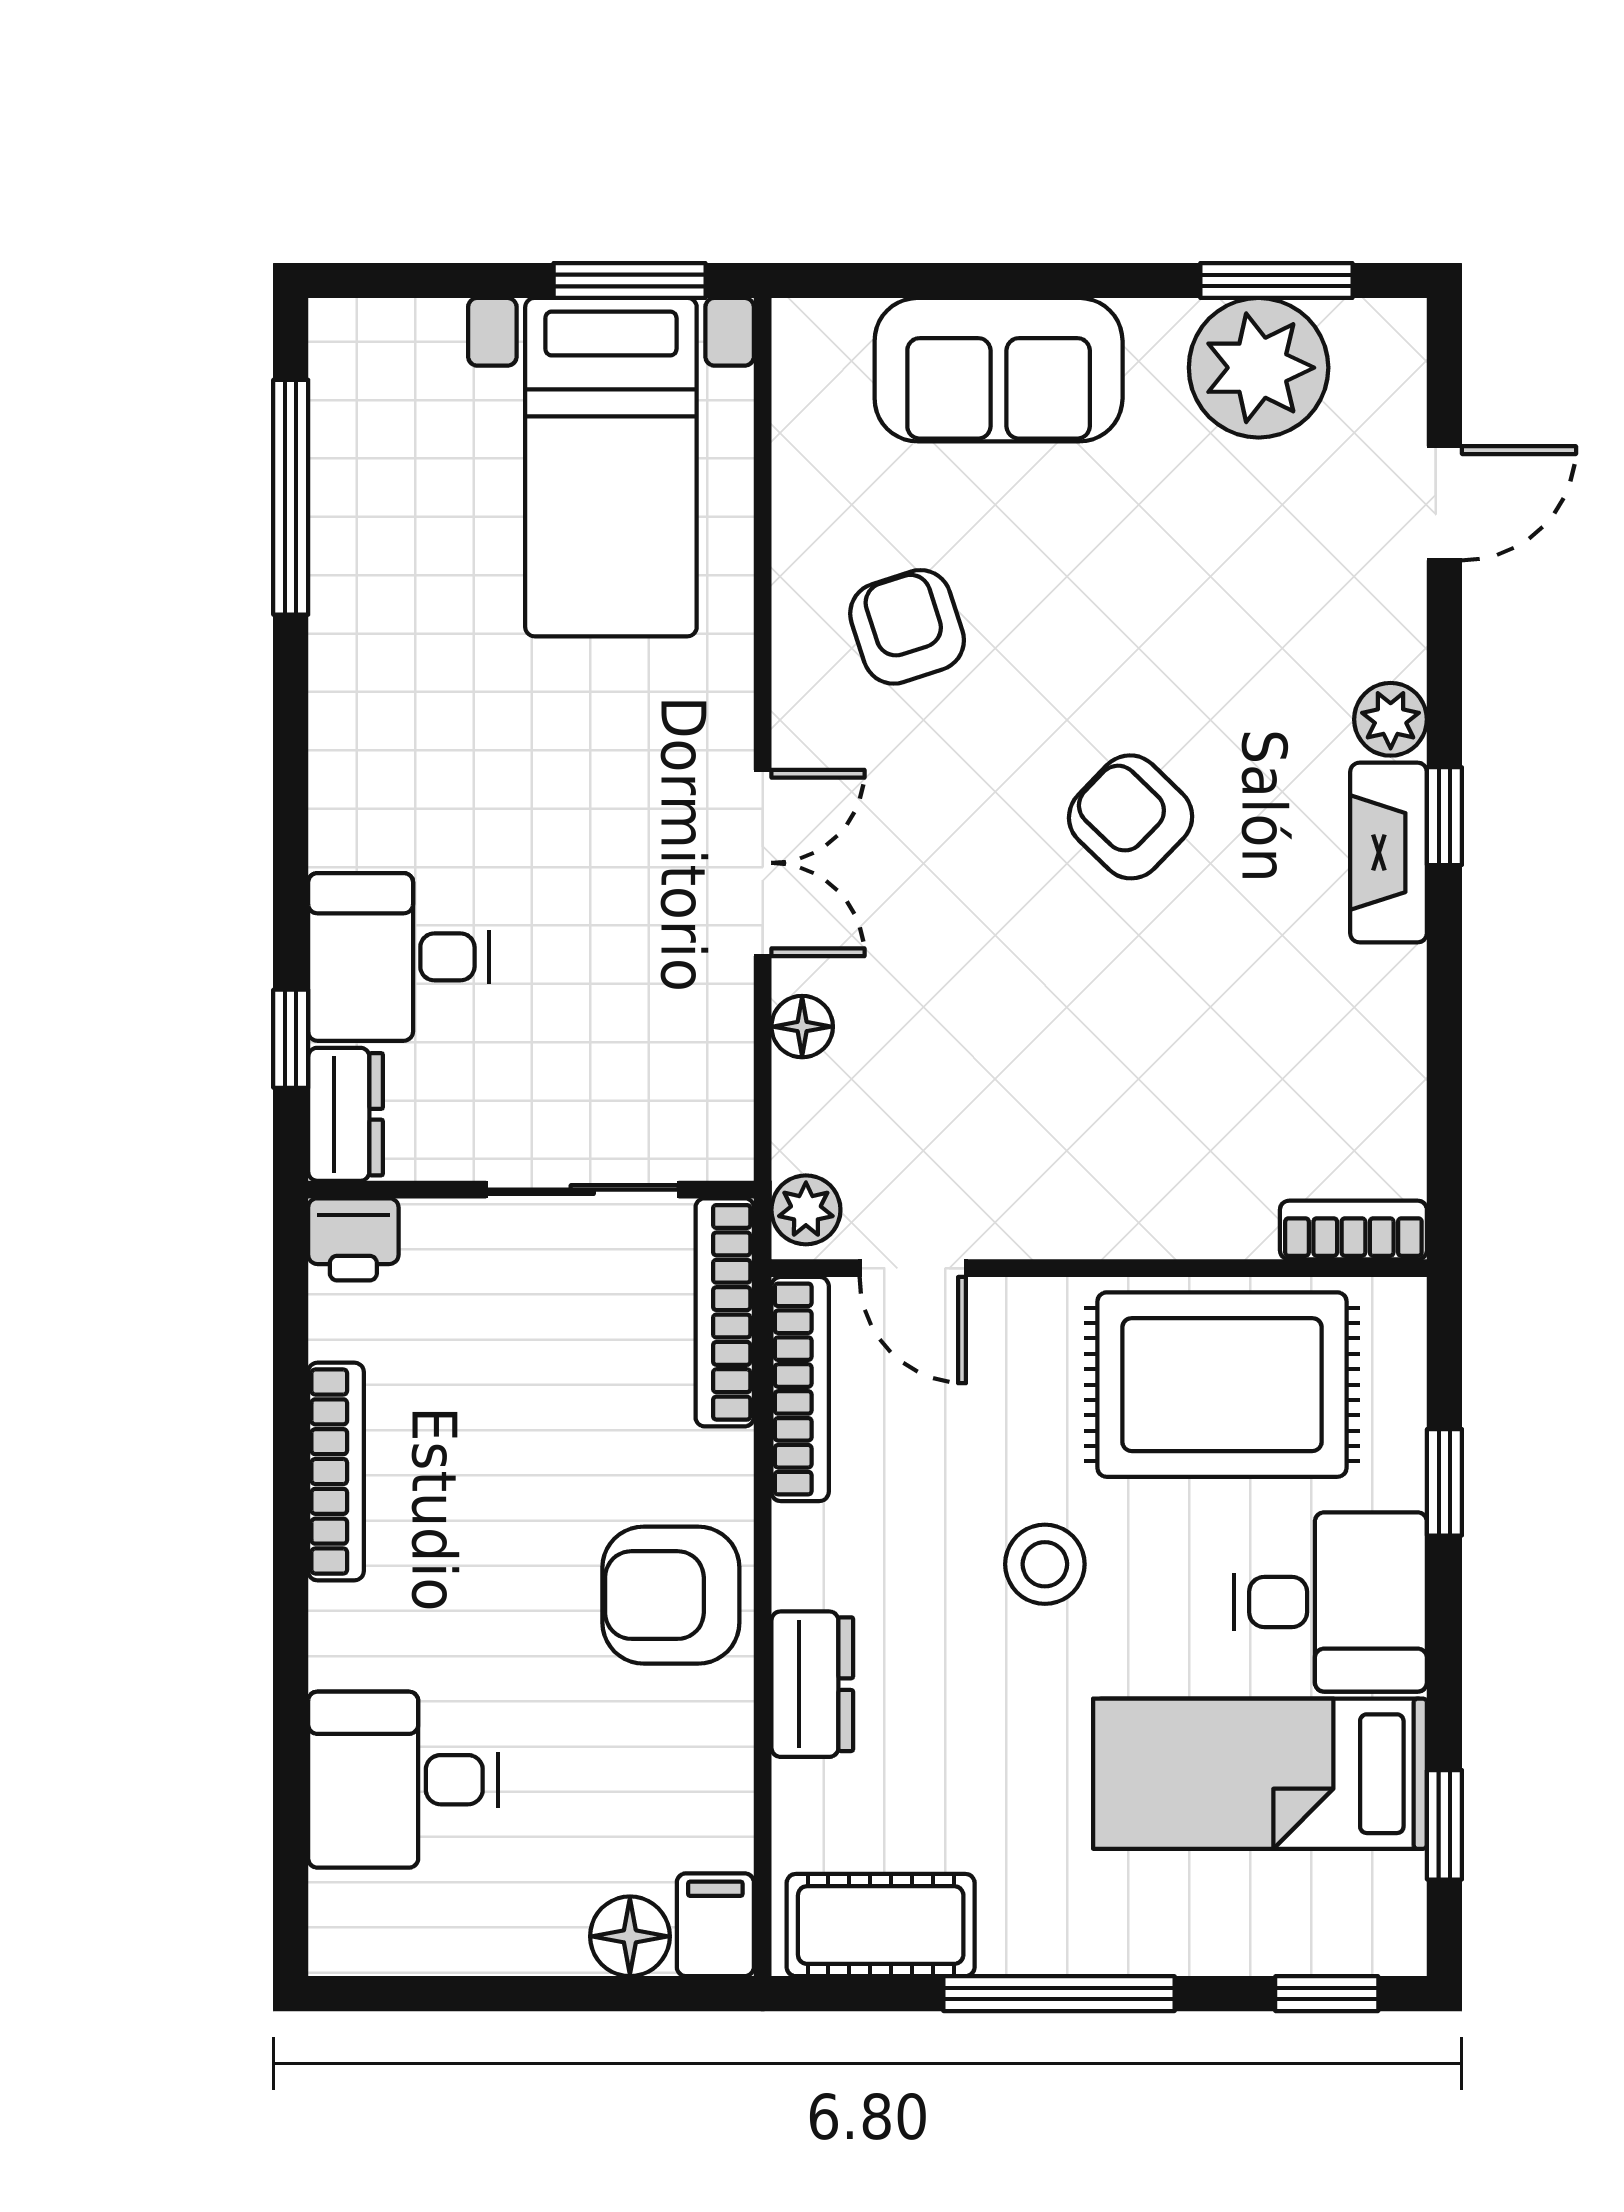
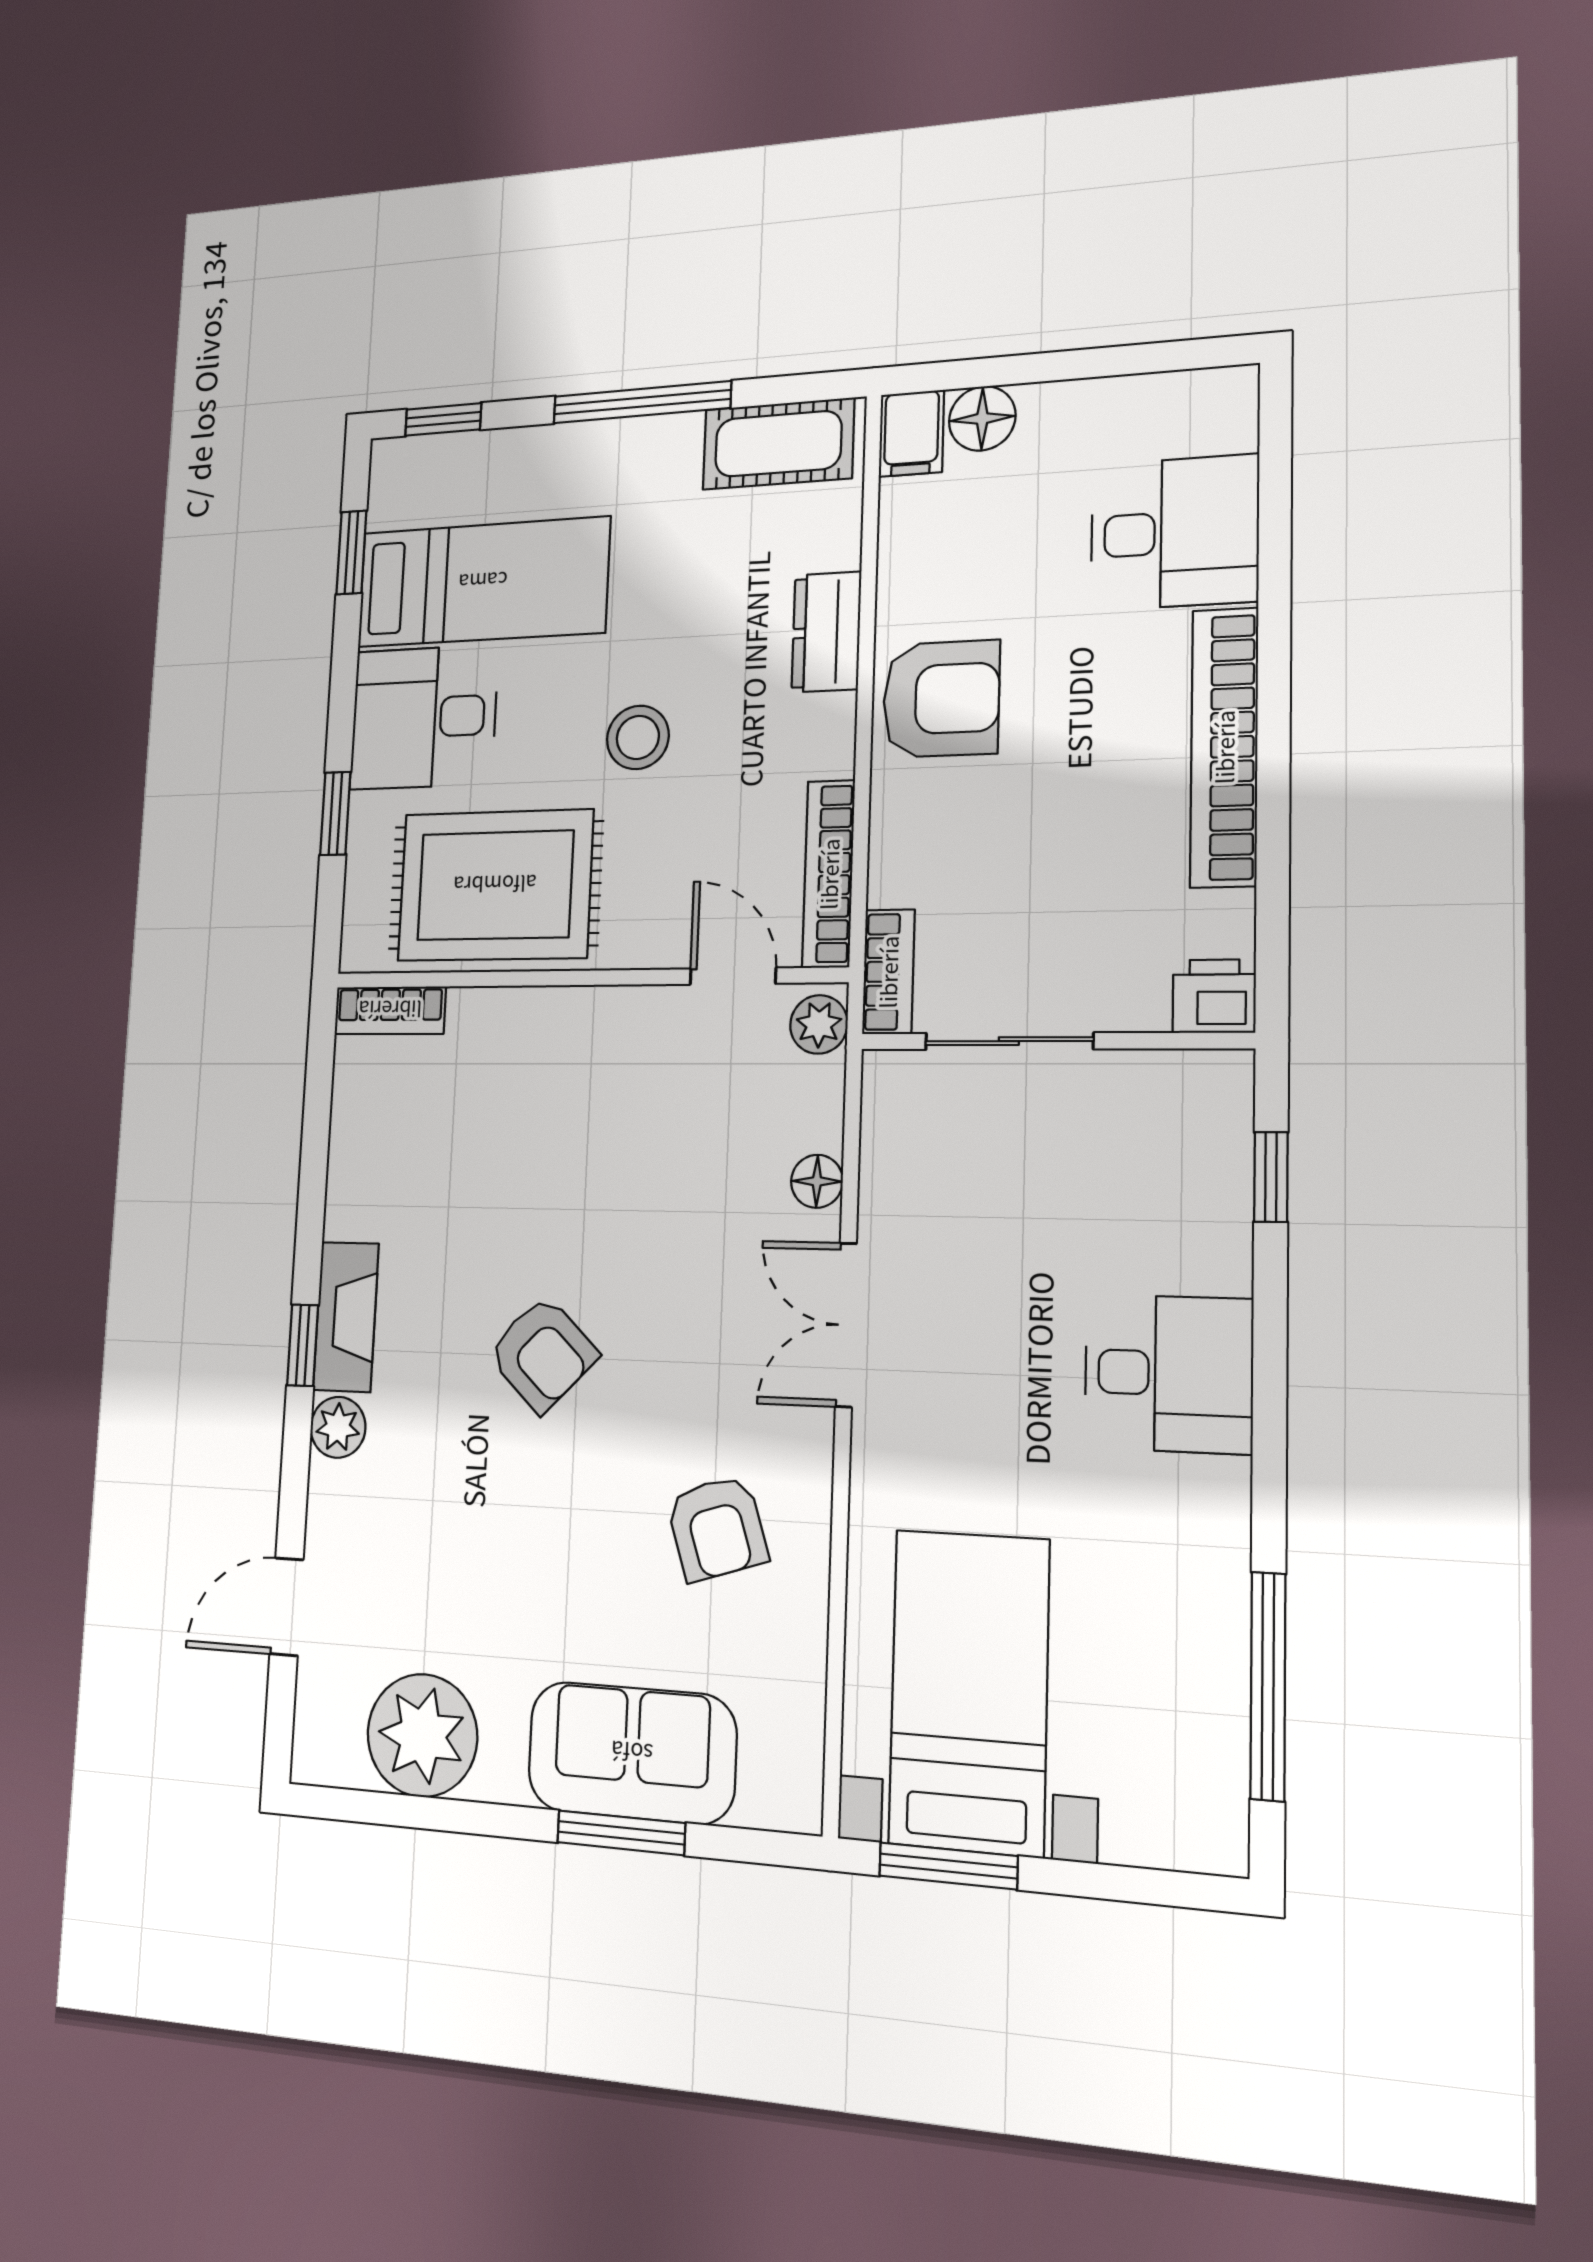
window: (1276, 281) -> (621, 1833), moved
desk: (399, 957) -> (1169, 1373), moved
dresser: (346, 1114) -> (1220, 1108), removed
bookcase: (725, 1312) -> (888, 972), width x0.64
bookcase: (336, 1472) -> (1224, 747), width x1.48, depth x1.31

